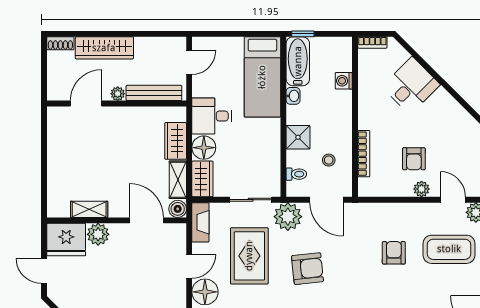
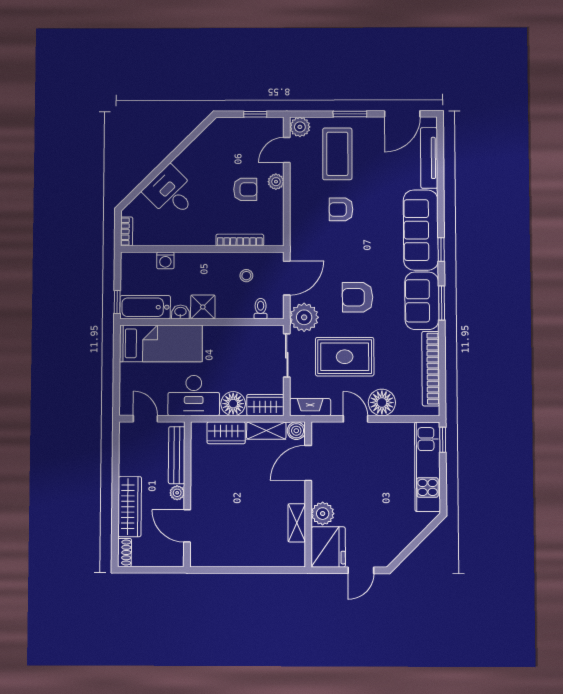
desk: (212, 116) -> (194, 396), width x1.37
shower: (298, 137) -> (203, 307), moved
armchair: (307, 269) -> (357, 297), turned -84

